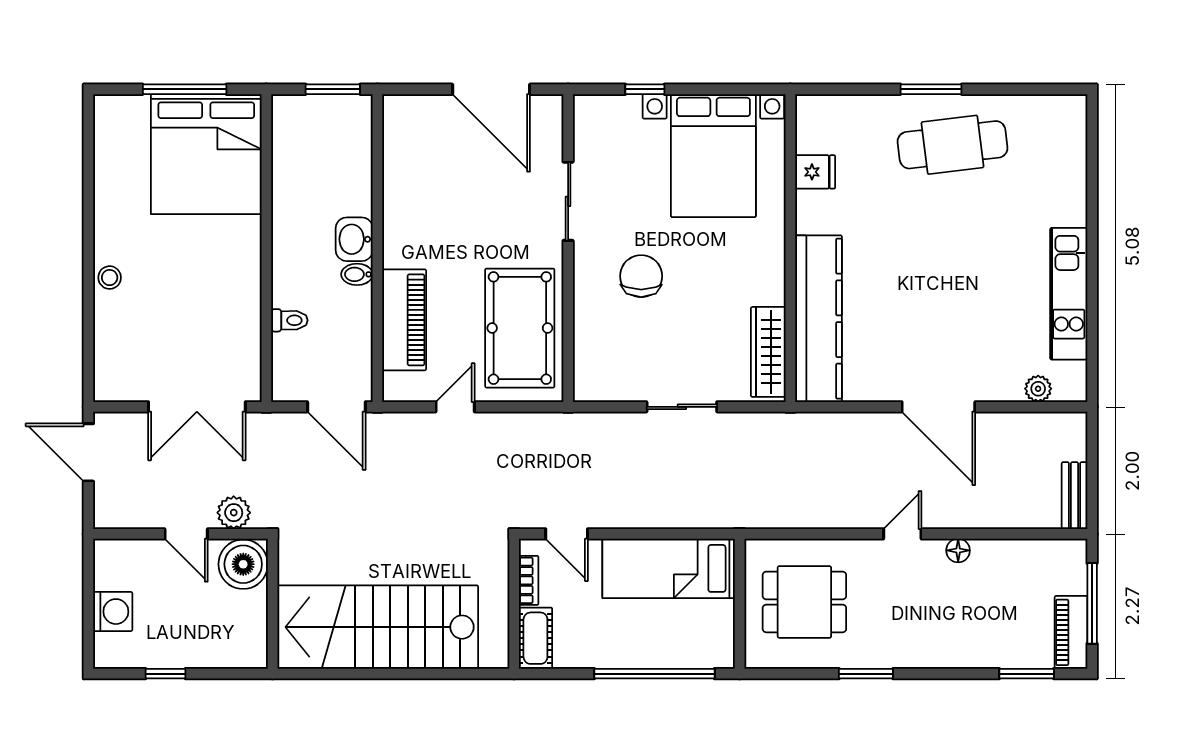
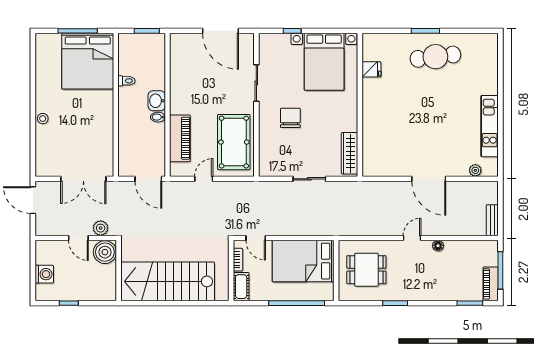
kitchen counter: (818, 319) -> (373, 138), removed
toilet: (289, 320) -> (126, 81), moved
bed: (669, 568) -> (303, 261), width x1.50

